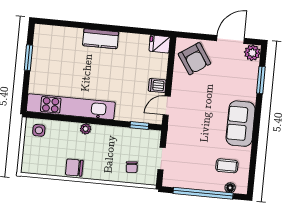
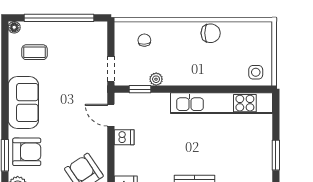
armchair: (242, 81) -> (27, 152), added
door: (167, 106) -> (111, 115), swing flipped
plant: (86, 129) -> (156, 79), moved
doorway: (162, 159) -> (111, 69), moved
floor lamp: (230, 188) -> (14, 27), moved

